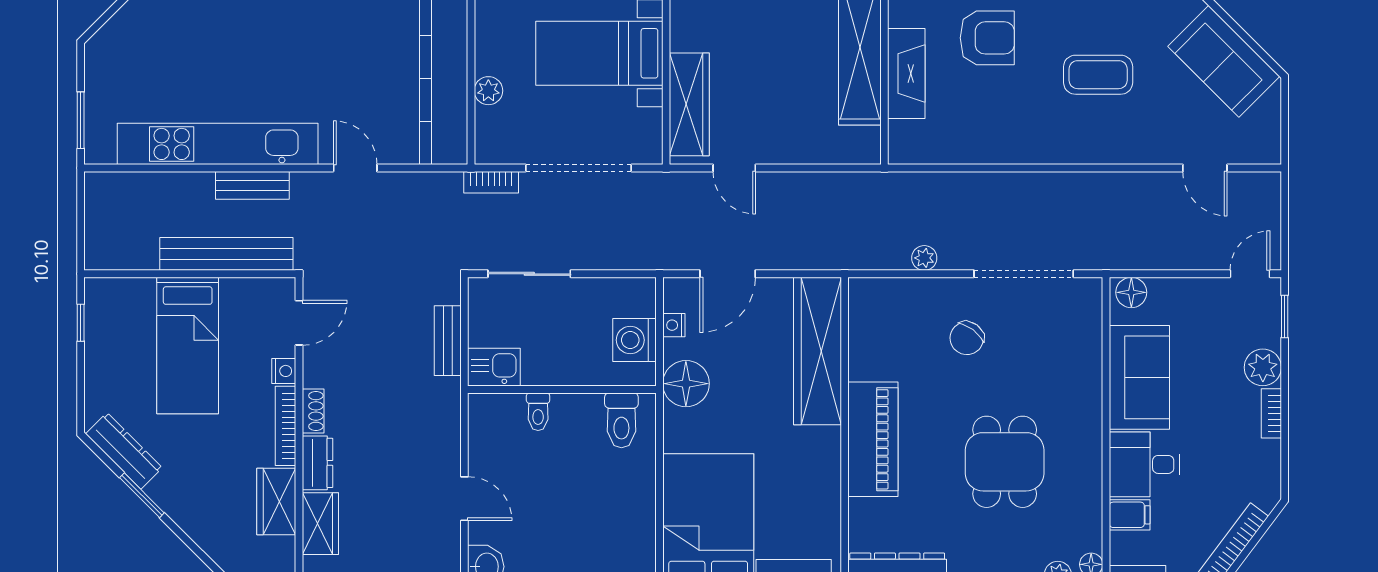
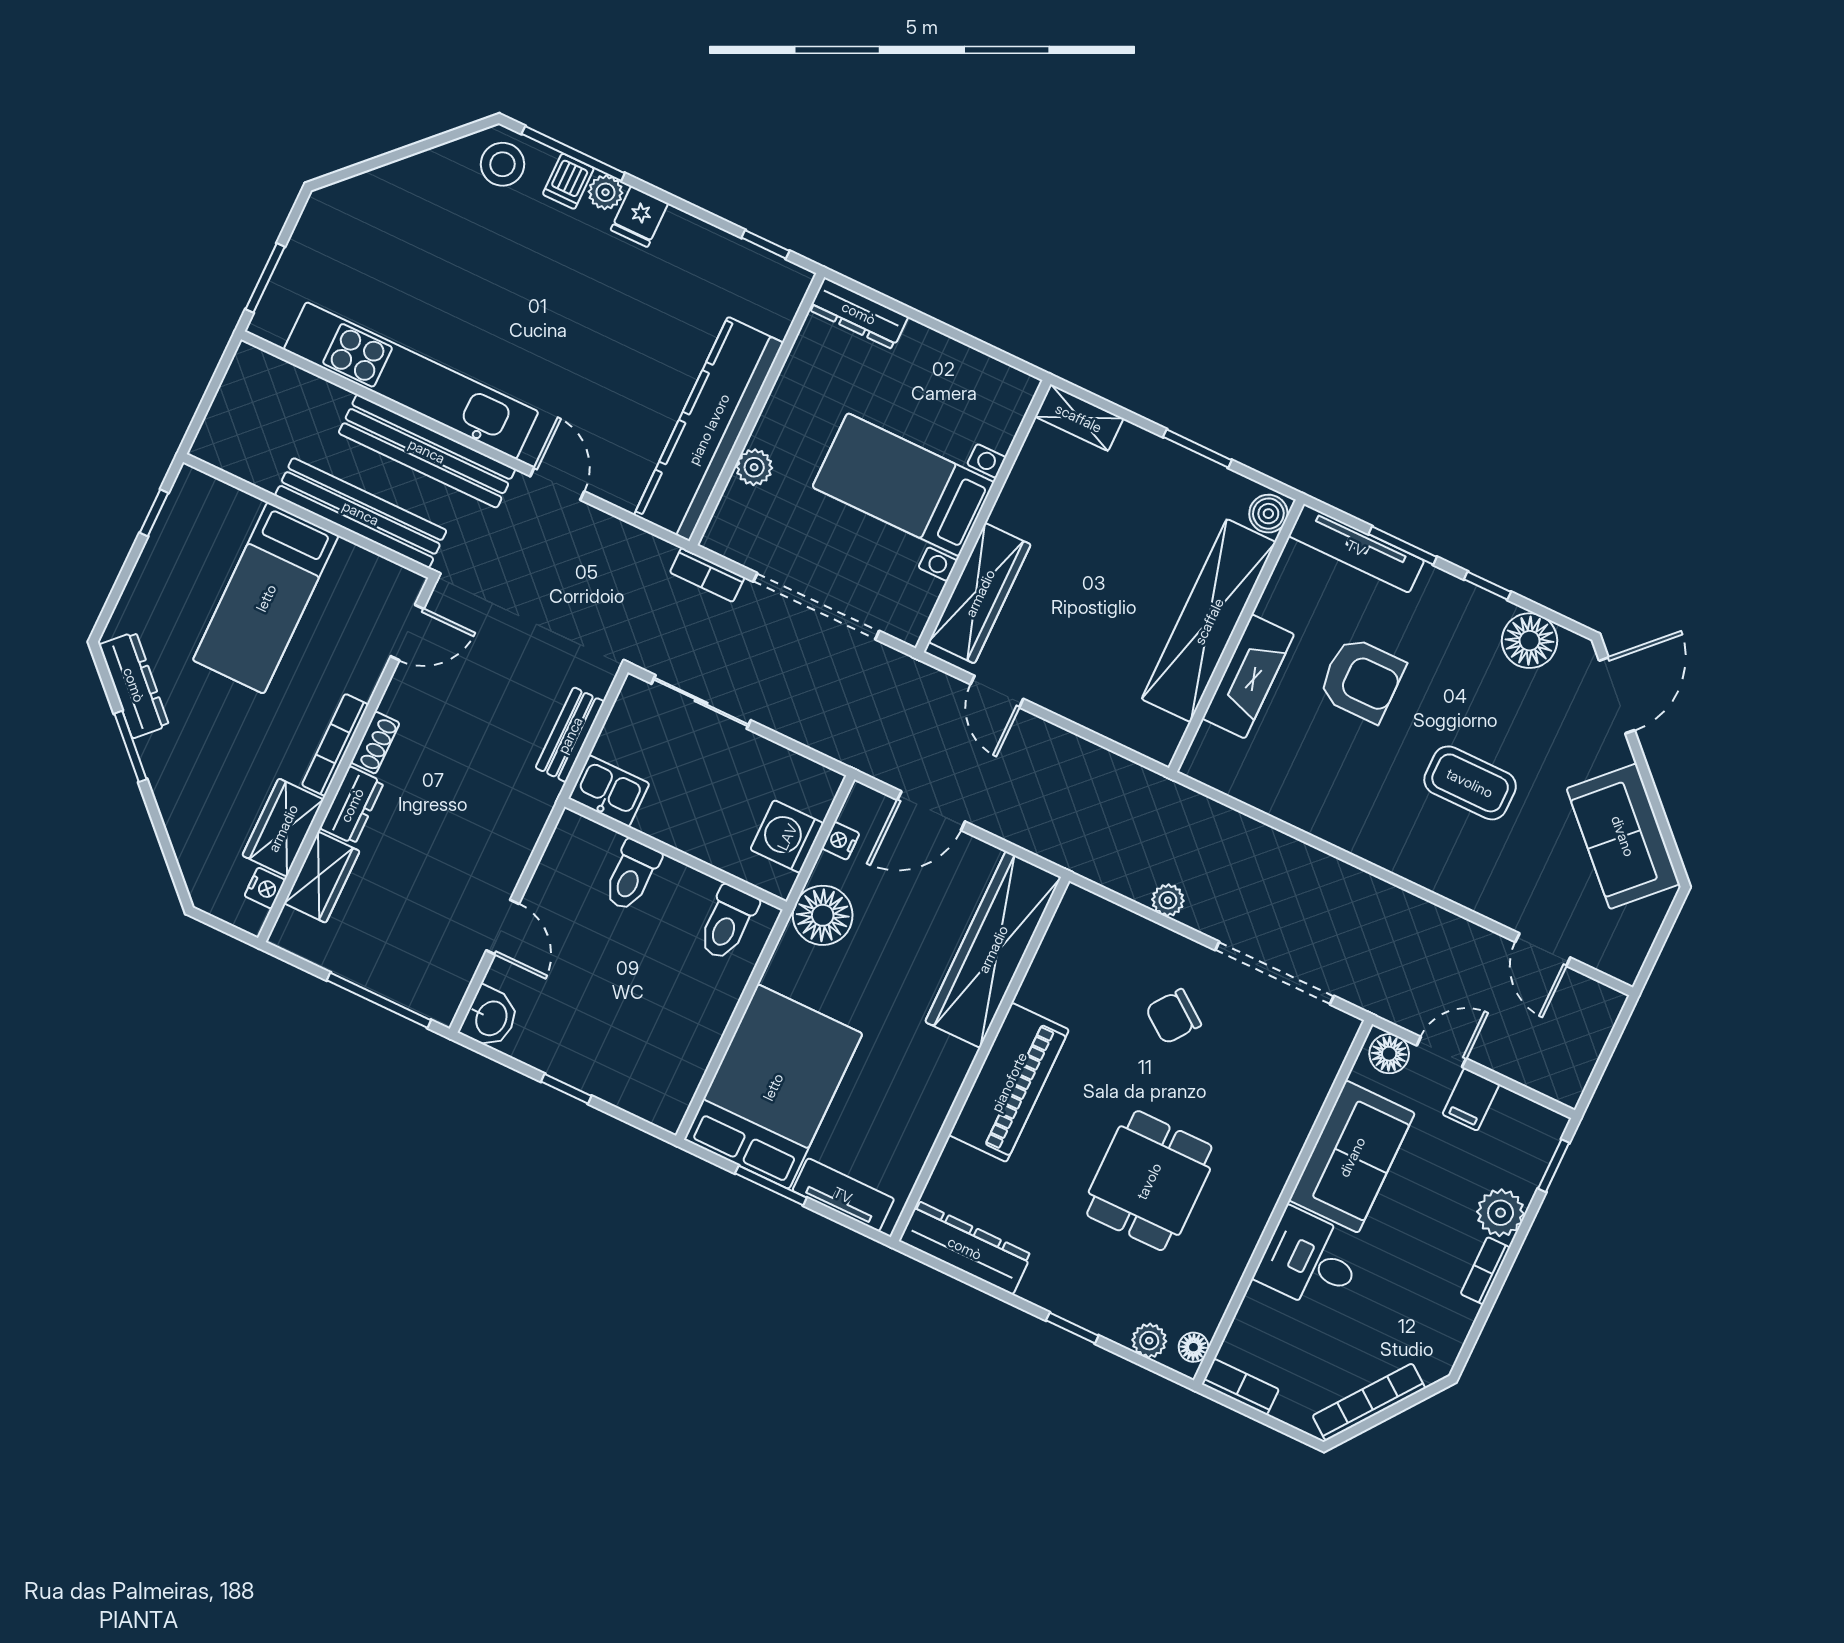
bench: (252, 185) -> (427, 451), width x1.86, depth x1.21
door: (1250, 274) -> (1441, 1052), moved
nightstand: (284, 371) -> (265, 888), moved
toilet: (538, 412) -> (632, 875), width x1.37, depth x1.39
filing cabinet: (1130, 515) -> (1471, 1099), moved, turned 90

